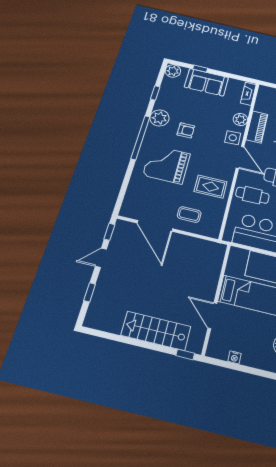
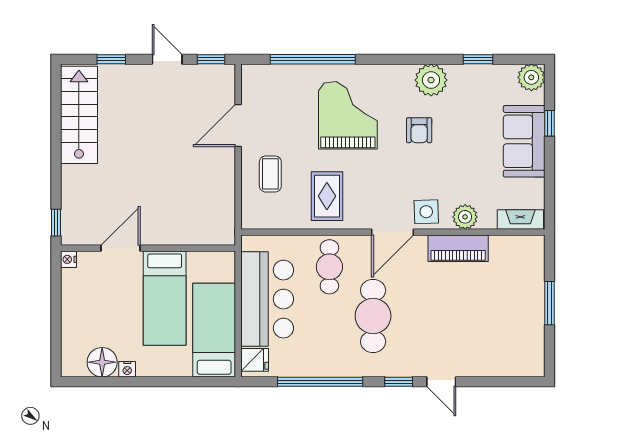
window: (140, 138) -> (313, 59), moved
door: (155, 226) -> (238, 126), width x0.73
stairs: (156, 331) -> (79, 115), moved
nightstand: (235, 357) -> (68, 259), moved

